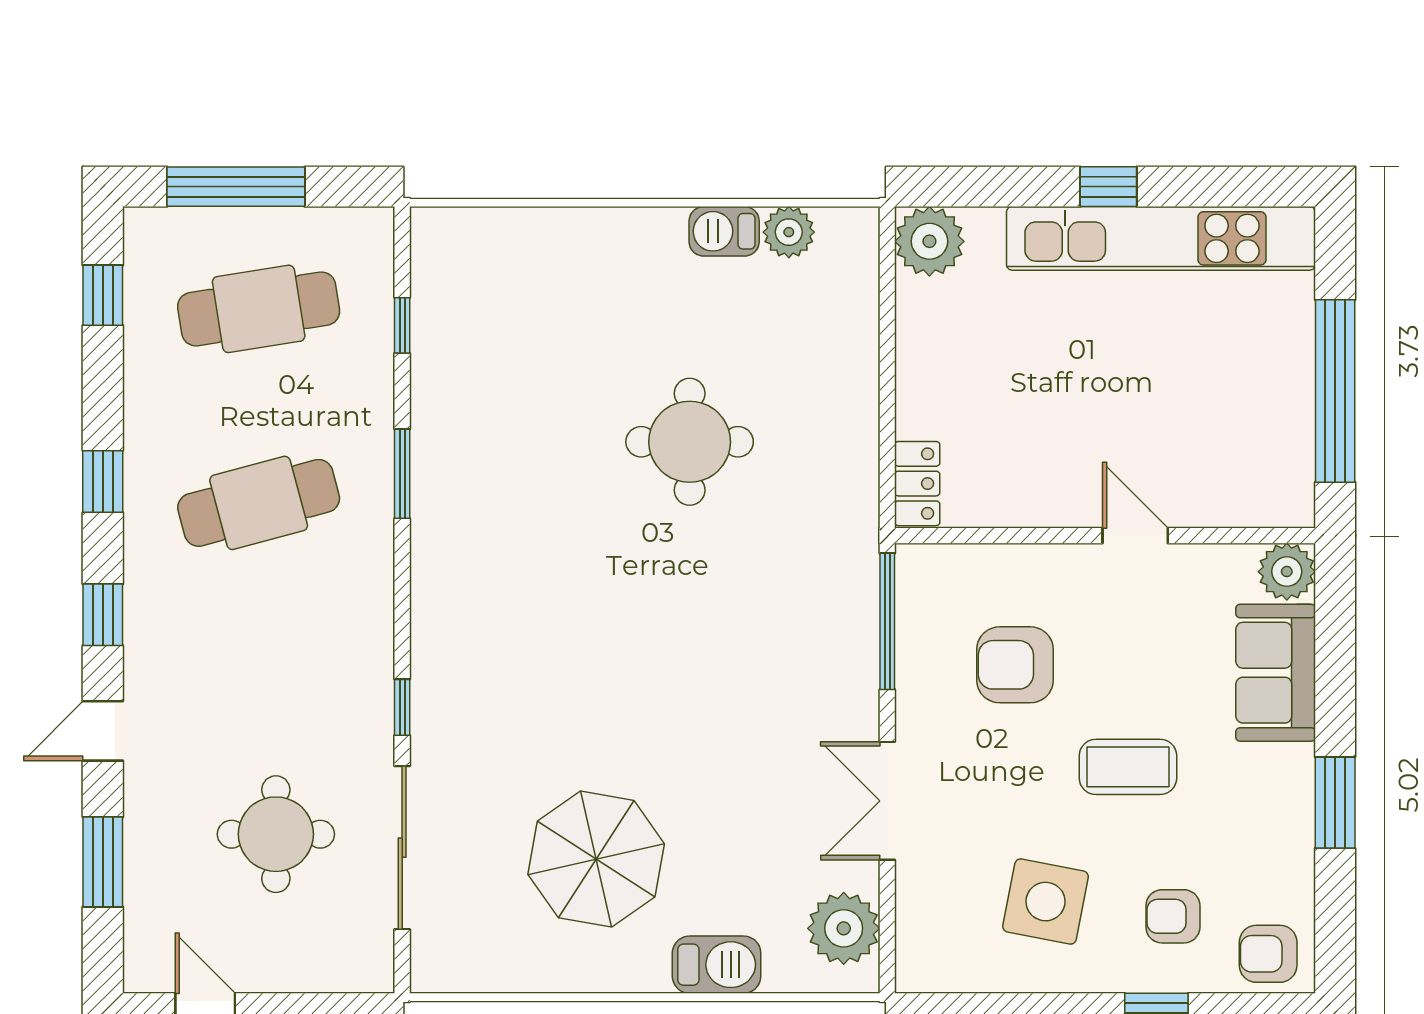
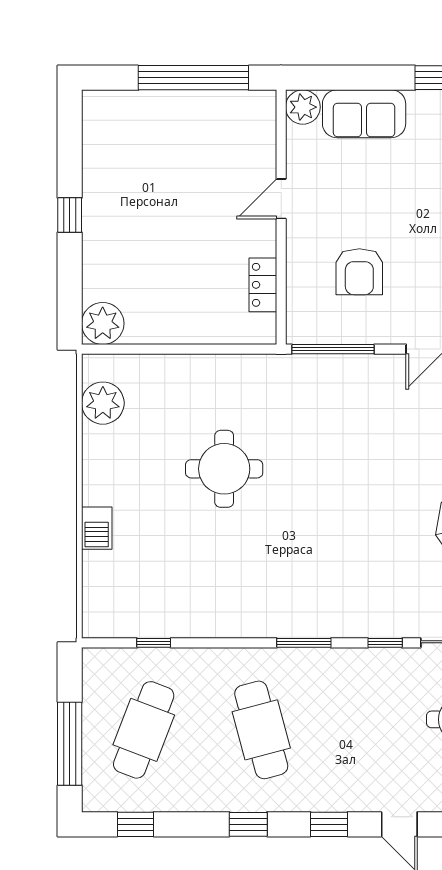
barbecue: (724, 231) -> (97, 528), moved
plant: (789, 232) -> (103, 403), width x1.36, depth x1.36
kitchen unit: (1161, 238) -> (101, 183), removed
cafe table: (259, 309) -> (144, 730), turned 30
window: (402, 474) -> (304, 643), moved
locker: (917, 484) -> (263, 285), moved, turned -90
coffee table: (1128, 767) -> (421, 203), removed

